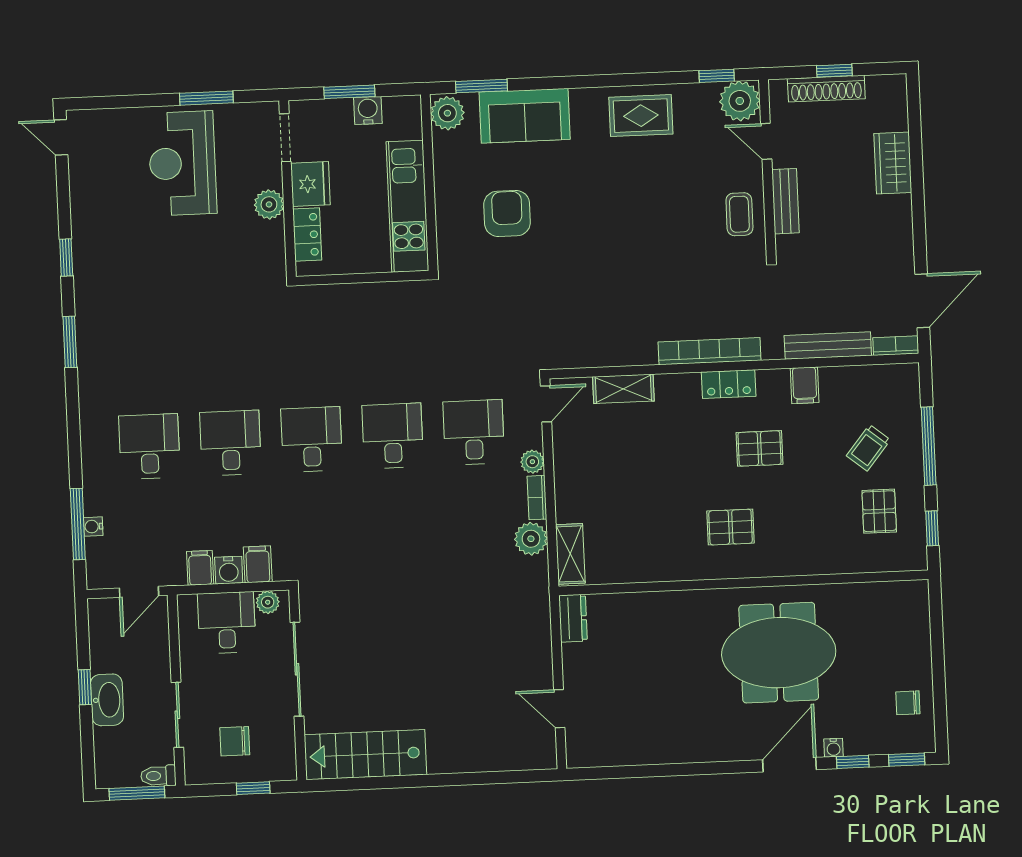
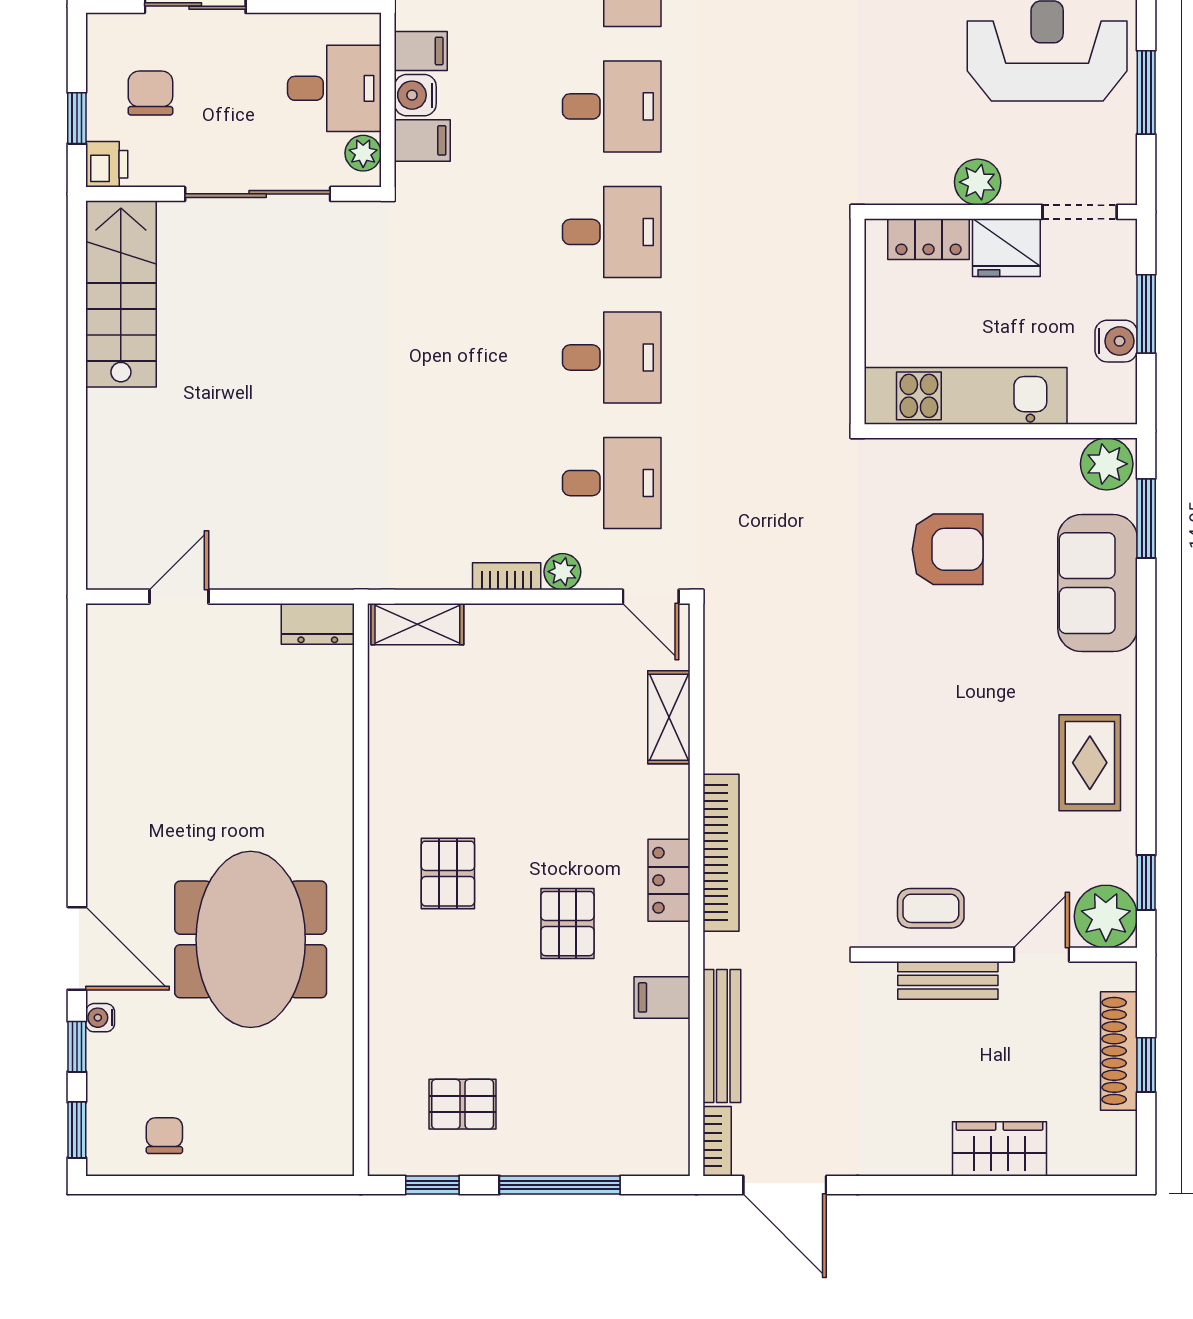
trolley: (868, 448) -> (561, 1092), removed
plant: (531, 539) -> (443, 564), removed
printer: (282, 768) -> (107, 164), added

